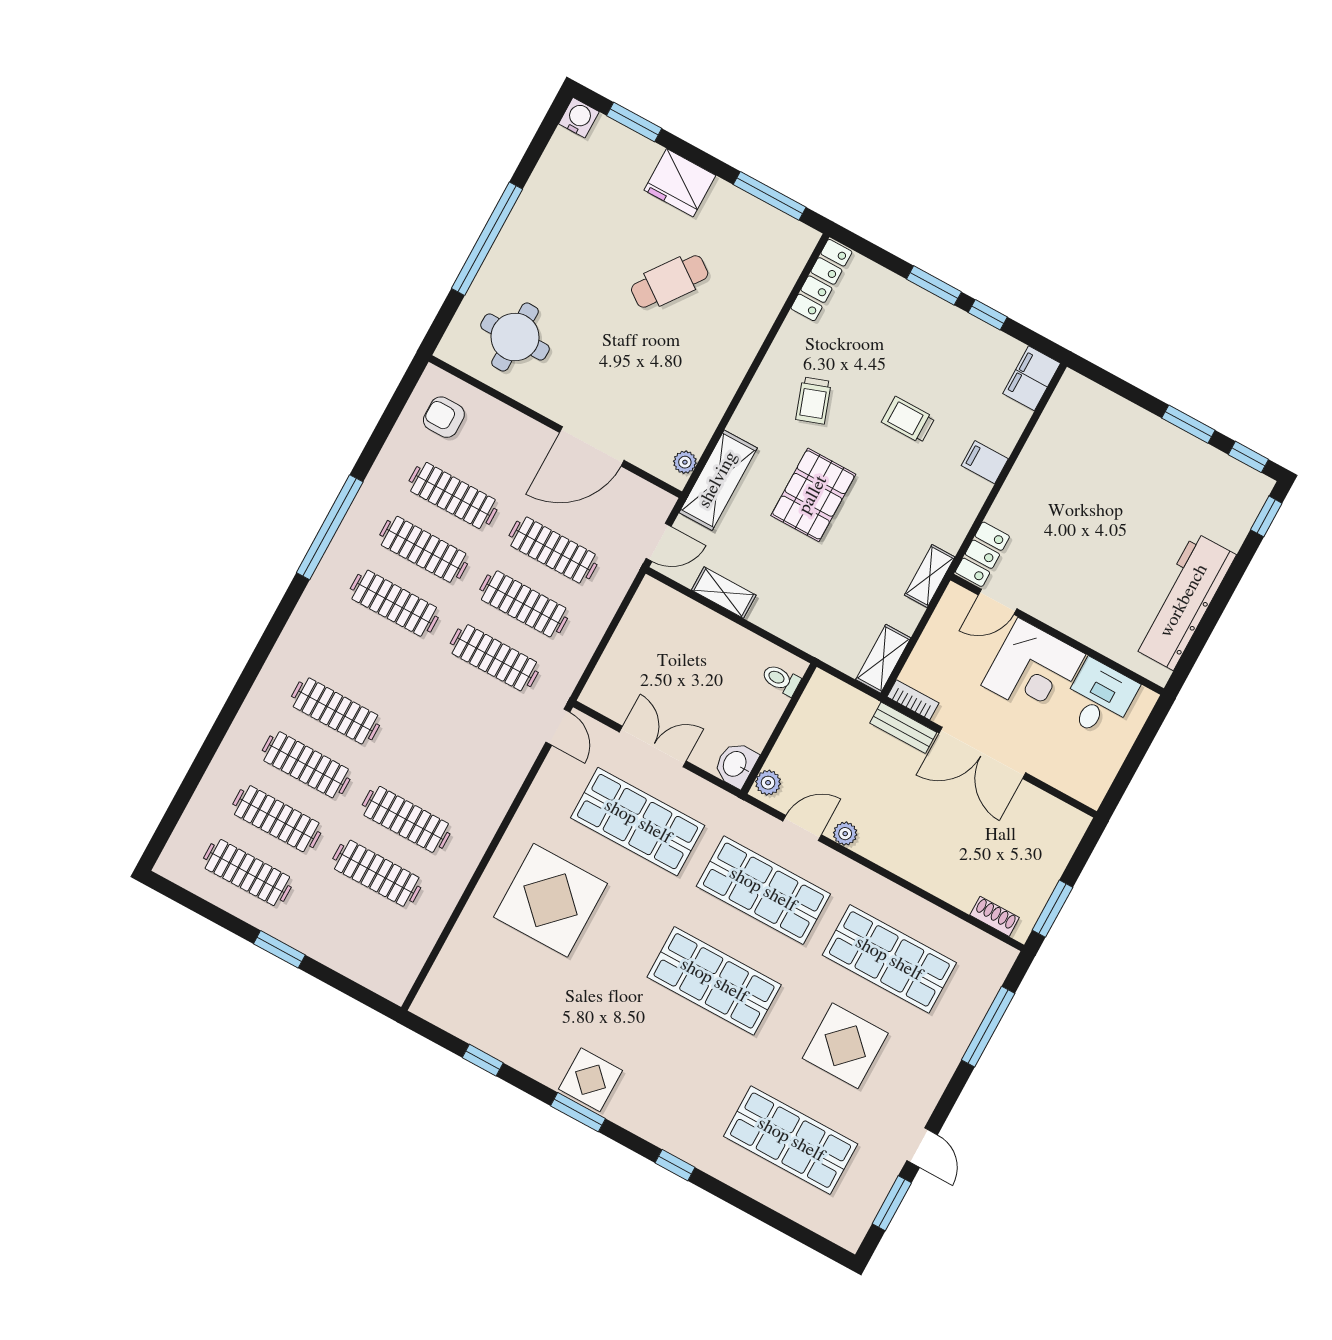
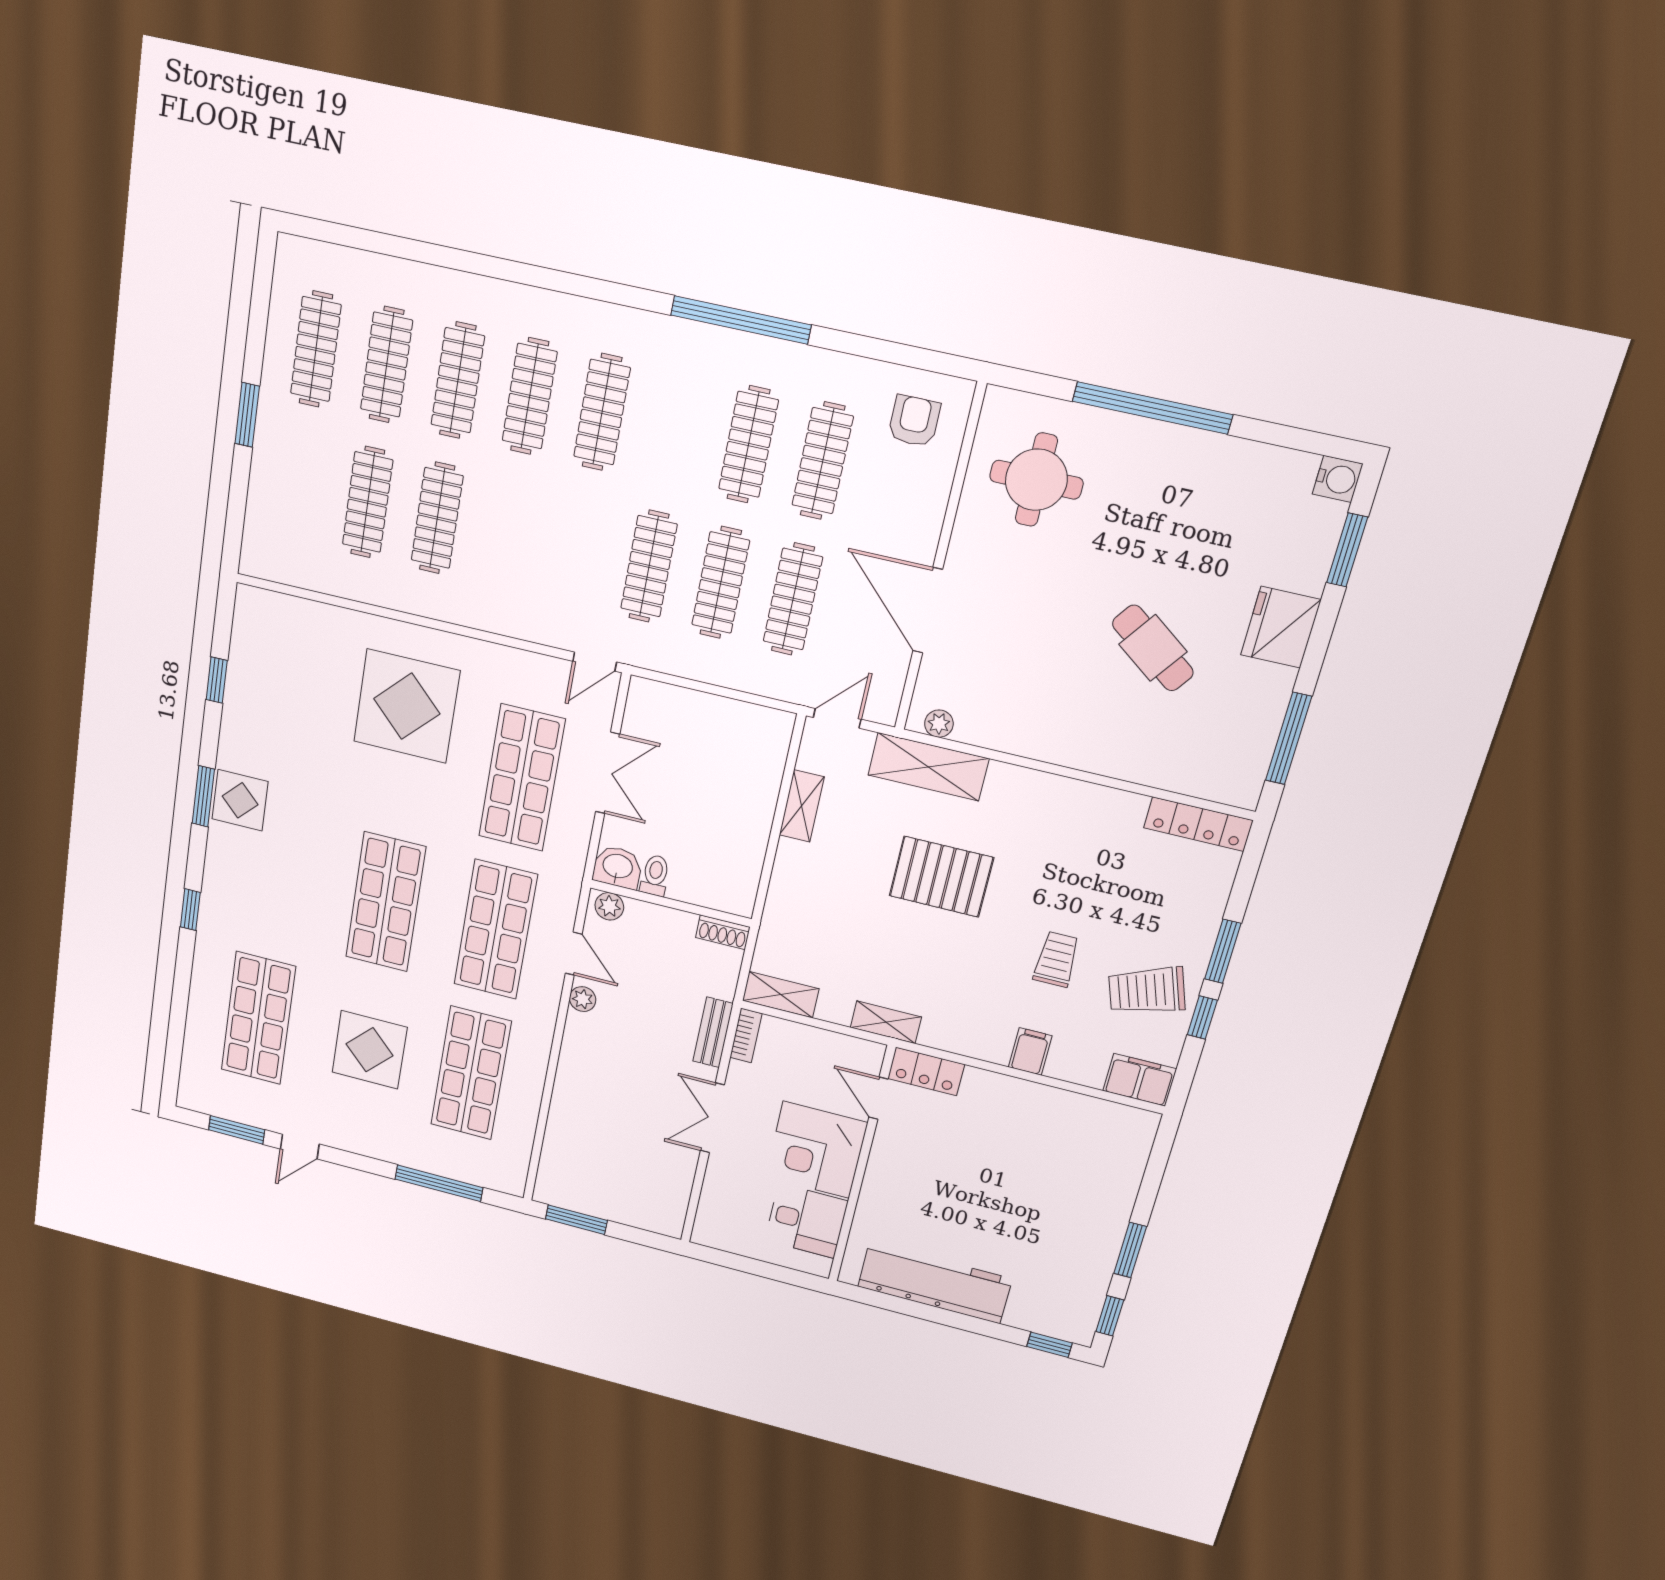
trolley: (814, 400) -> (1147, 990), moved, width x1.36, depth x1.39
door: (659, 542) -> (837, 718), swing flipped
clothes rail: (394, 603) -> (602, 412), moved
toilet: (781, 680) -> (655, 875), moved
double door: (982, 753) -> (712, 1118), width x0.73
shoe rack: (995, 916) -> (723, 932), moved, turned 90

